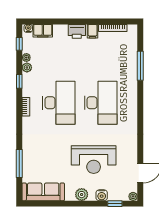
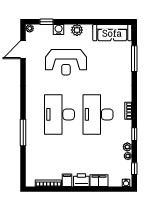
filing cabinet: (43, 31) -> (99, 181), moved
window: (140, 66) -> (23, 133), moved
reception desk: (94, 160) -> (66, 62), turned 180

